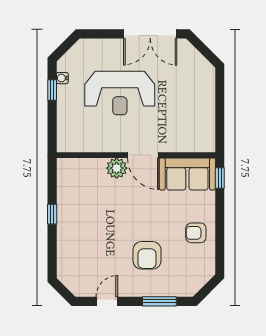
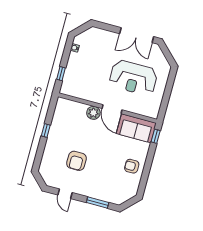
window: (52, 90) -> (61, 74), moved
reception desk: (120, 93) -> (133, 78), moved
armchair: (147, 255) -> (76, 161), moved
door: (107, 301) -> (65, 194), swing flipped

